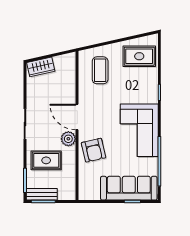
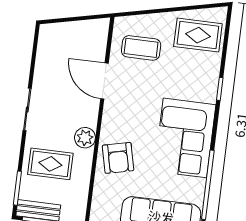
wardrobe: (41, 67) -> (59, 33), removed
coffee table: (100, 70) -> (141, 48), turned 90
door: (77, 117) -> (104, 81), moved

